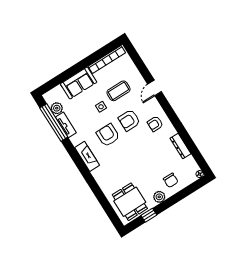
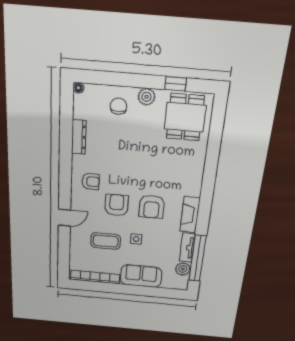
armchair: (129, 120) -> (117, 205), turned -90
fireplace: (87, 156) -> (190, 215), moved

